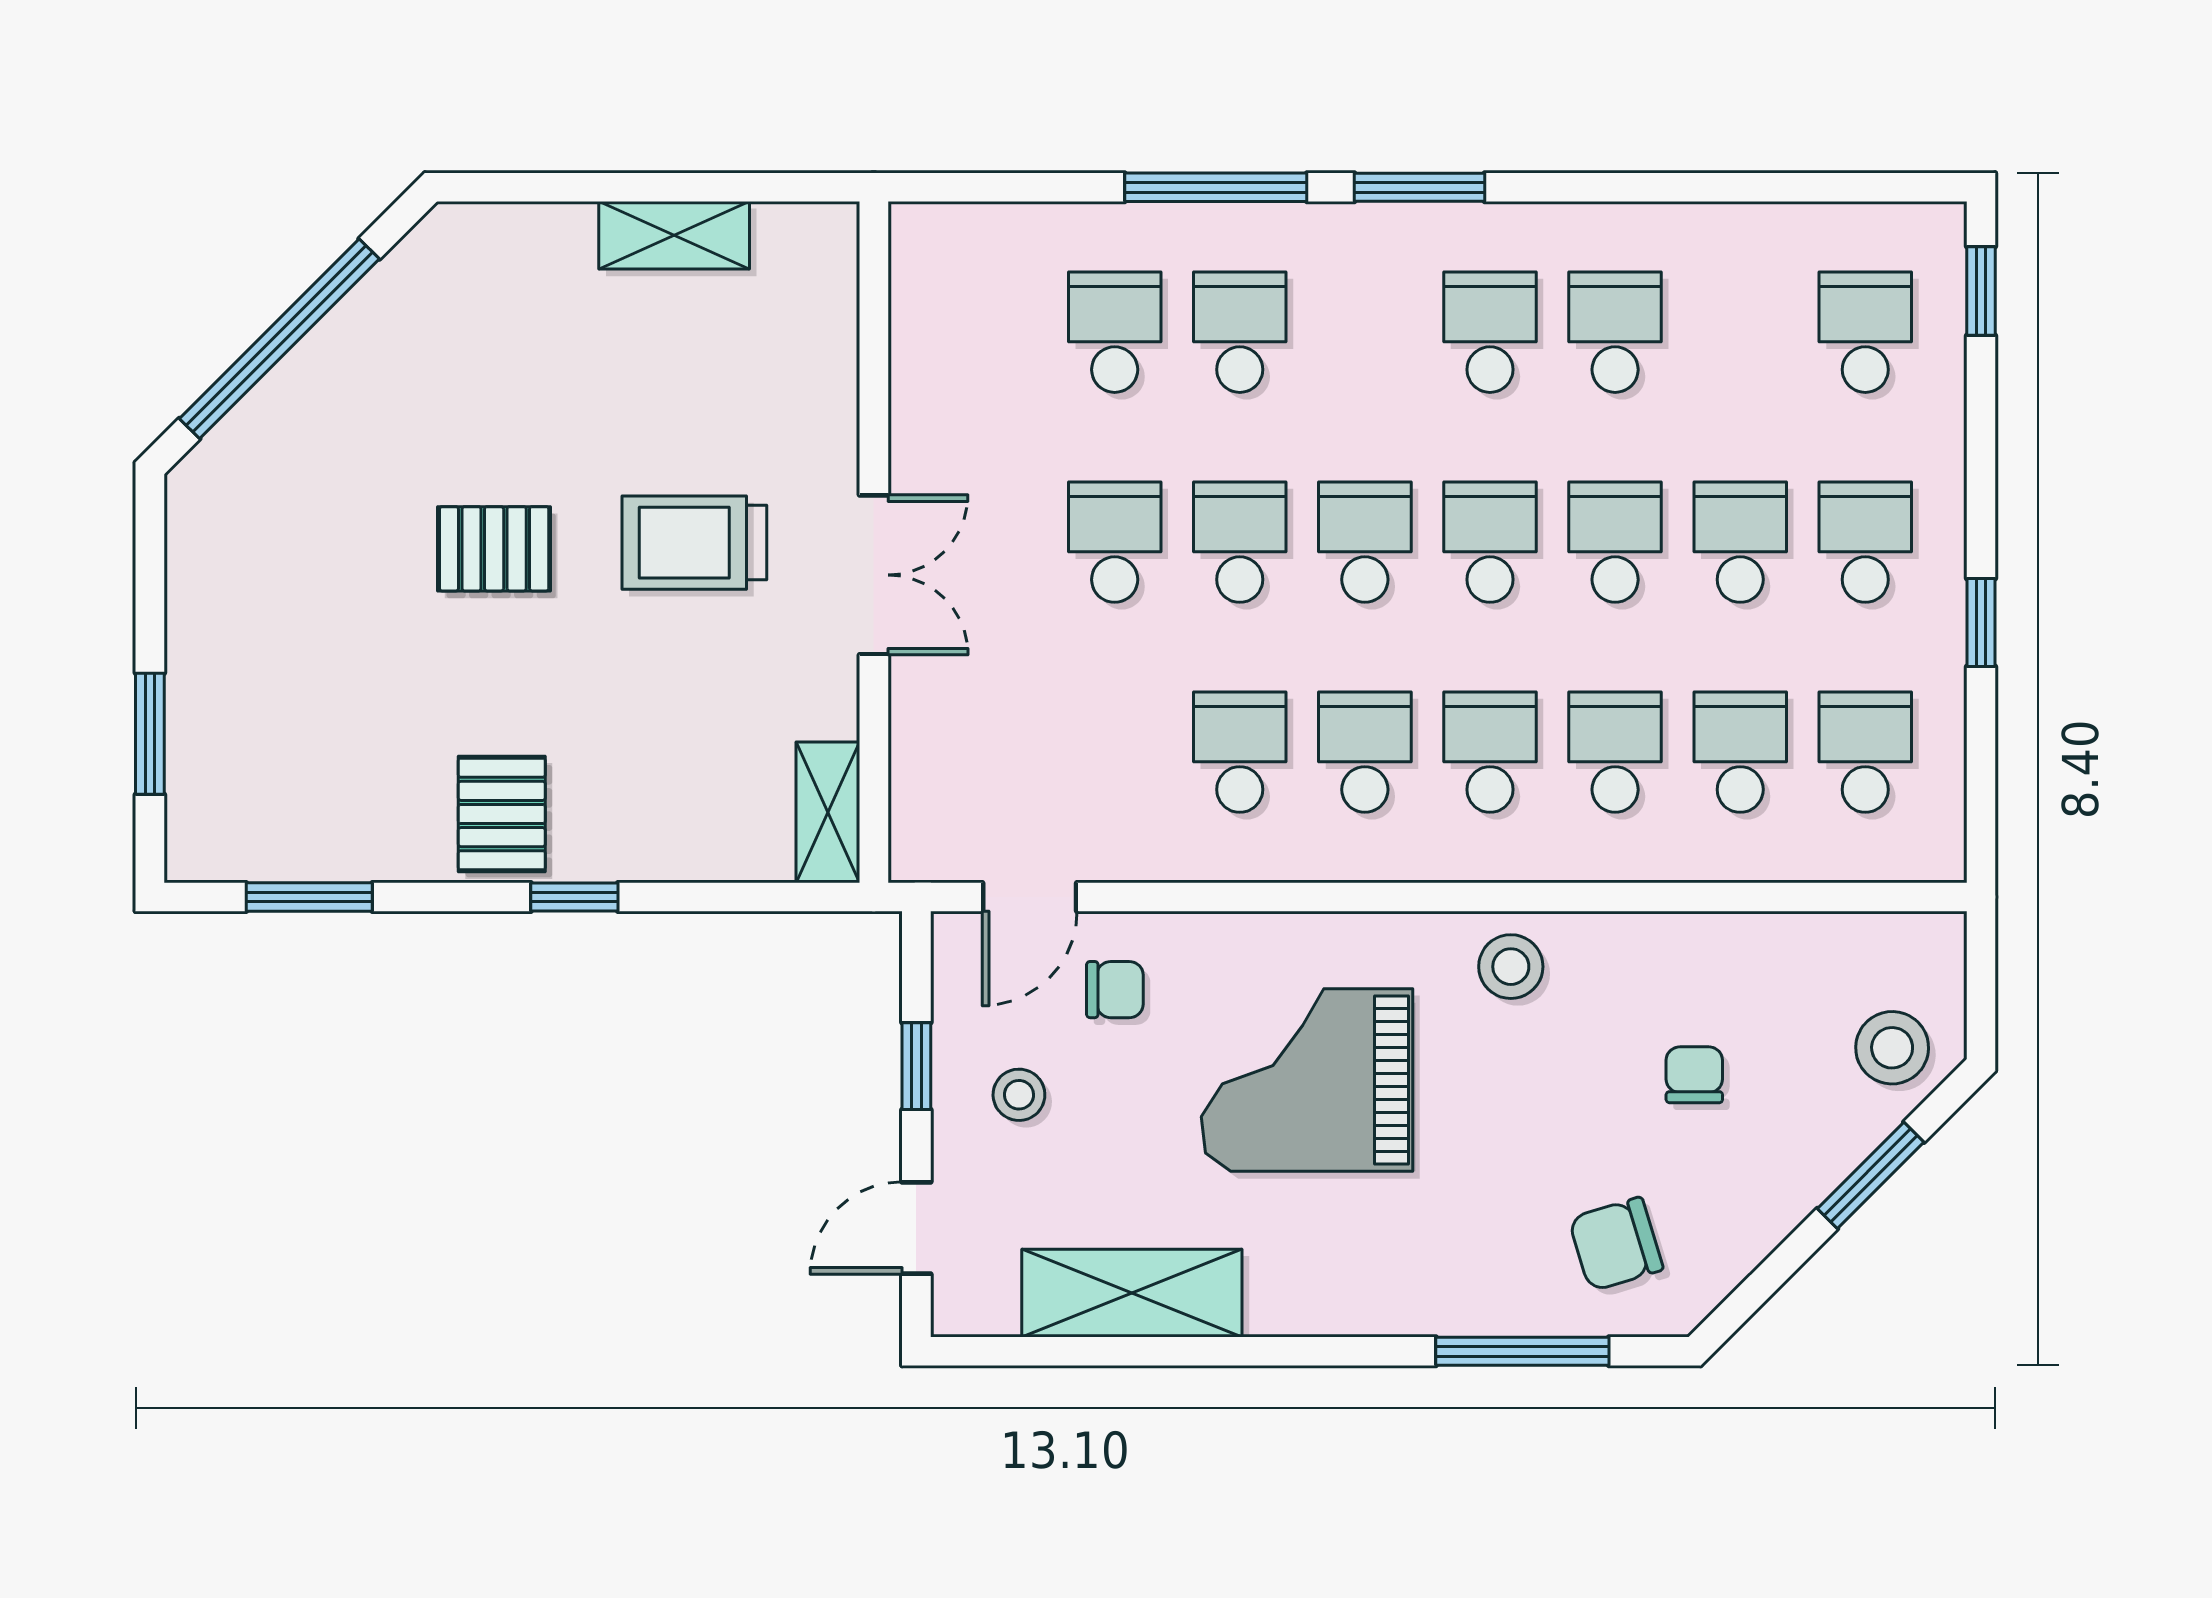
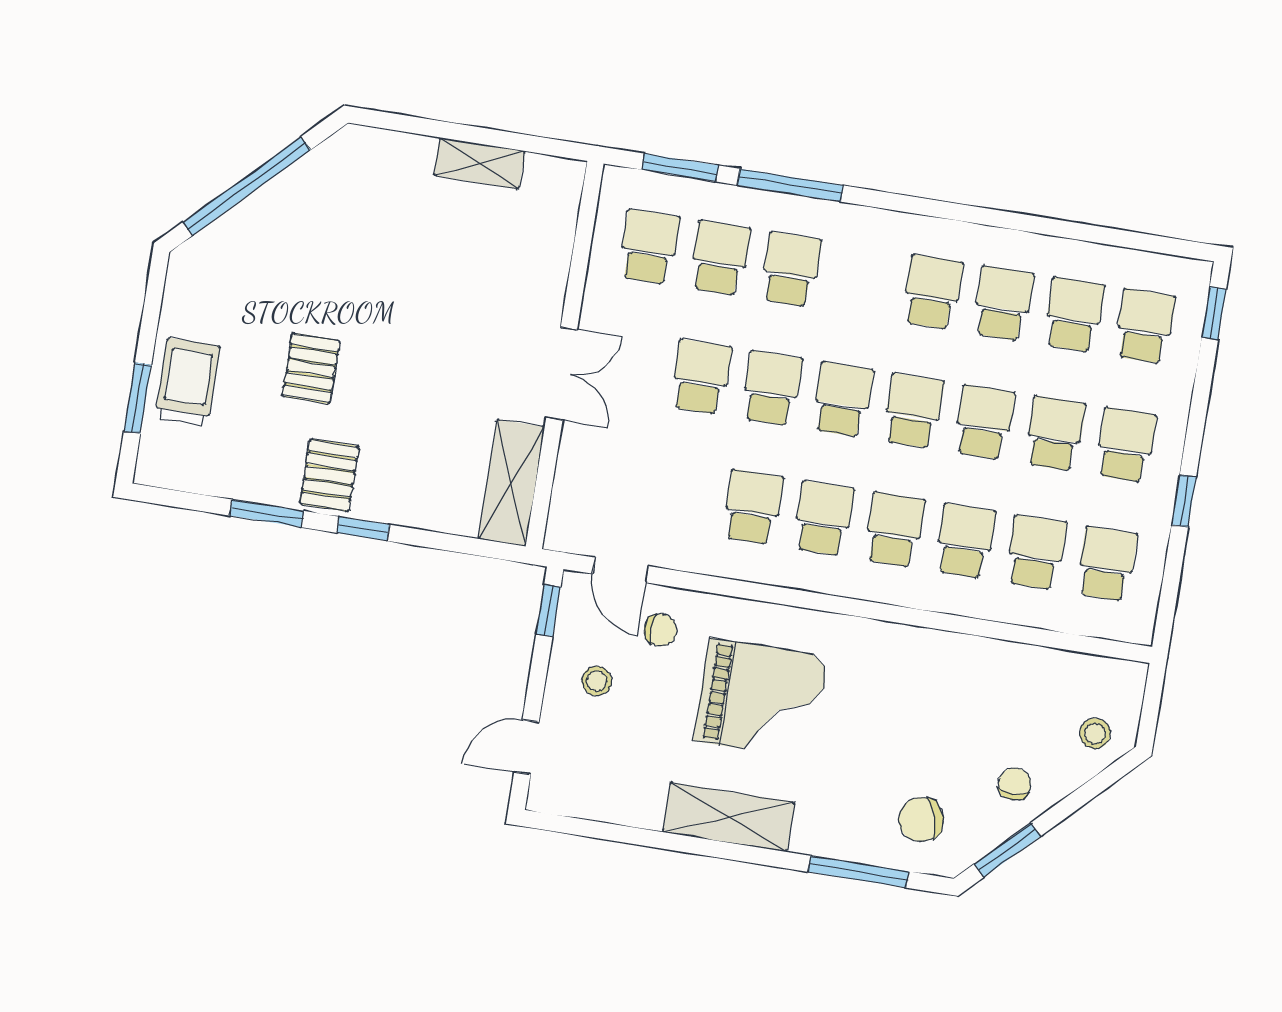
window: (1419, 187) -> (680, 168), moved
school desk: (990, 332) -> (649, 247), added
school desk: (1740, 332) -> (1074, 315), added
trolley: (694, 543) -> (187, 383), moved, turned 90
pallet: (494, 549) -> (311, 368), moved, turned 90
shelving: (828, 812) -> (511, 483), width x1.50, depth x1.33
window: (309, 897) -> (267, 513), moved
door: (1030, 897) -> (621, 570), hinge flipped
stool: (1511, 967) -> (887, 653), removed
stool: (1892, 1048) -> (1095, 733), width x0.73, depth x0.73
window: (916, 1066) -> (548, 610), moved
chair: (1694, 1075) -> (1015, 784), moved
grand piano: (1307, 1080) -> (761, 699), turned 180
window: (1871, 1175) -> (1007, 850), moved
shelving: (1132, 1293) -> (728, 817), moved

